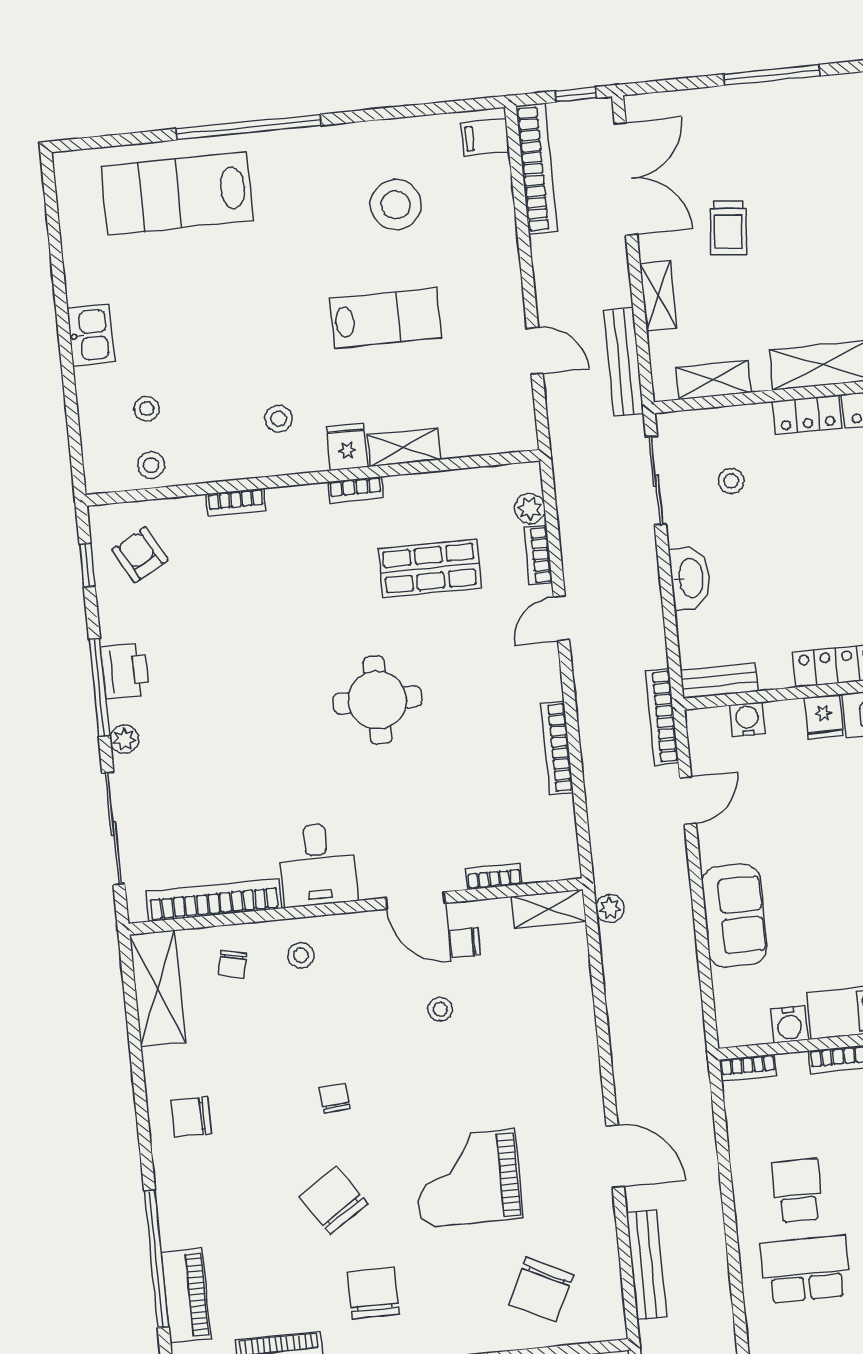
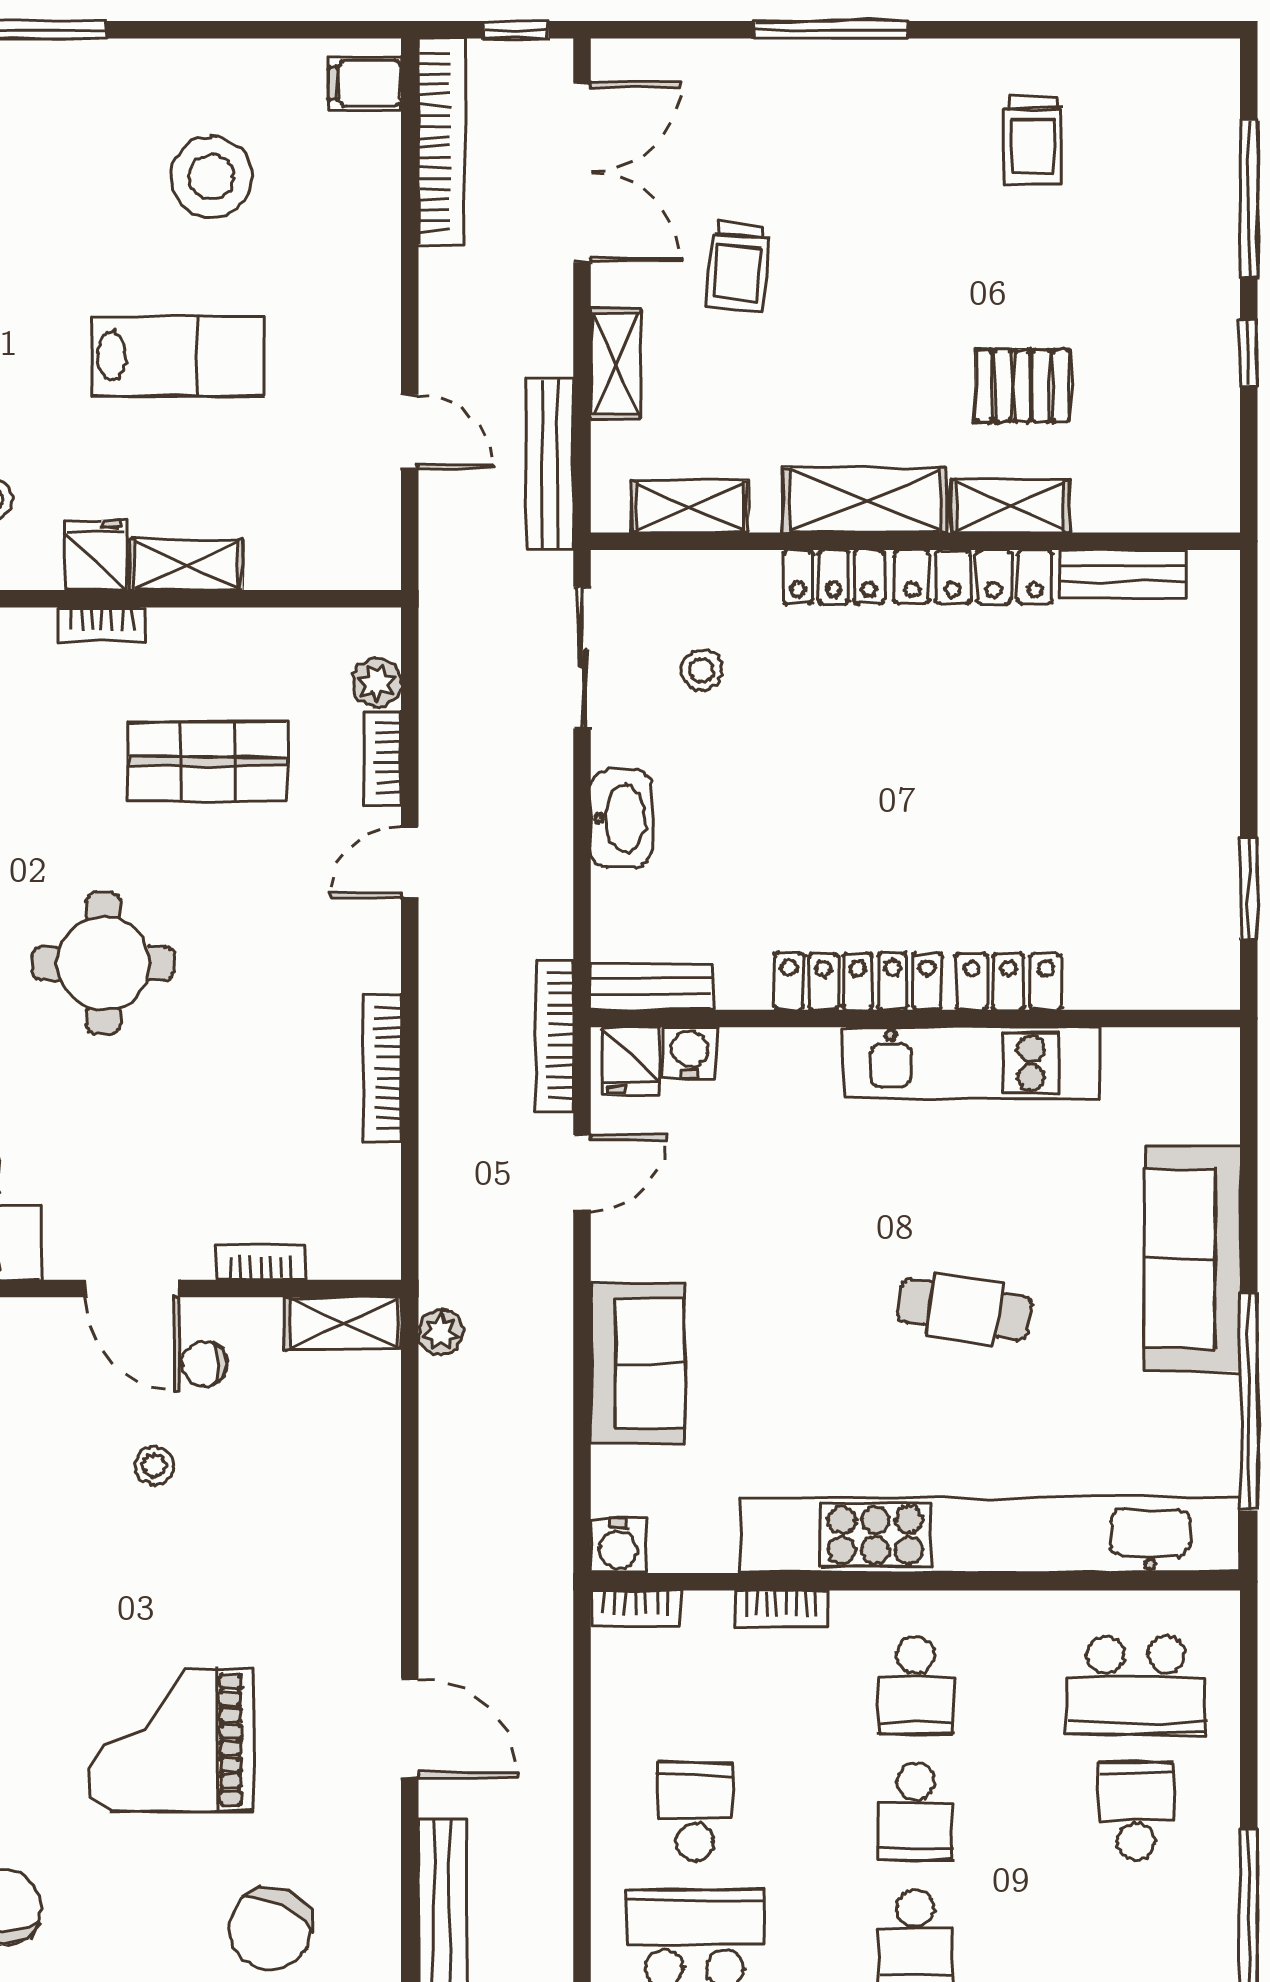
fridge: (824, 717) -> (631, 1061), moved
water cooler: (789, 1024) -> (618, 1546), moved

